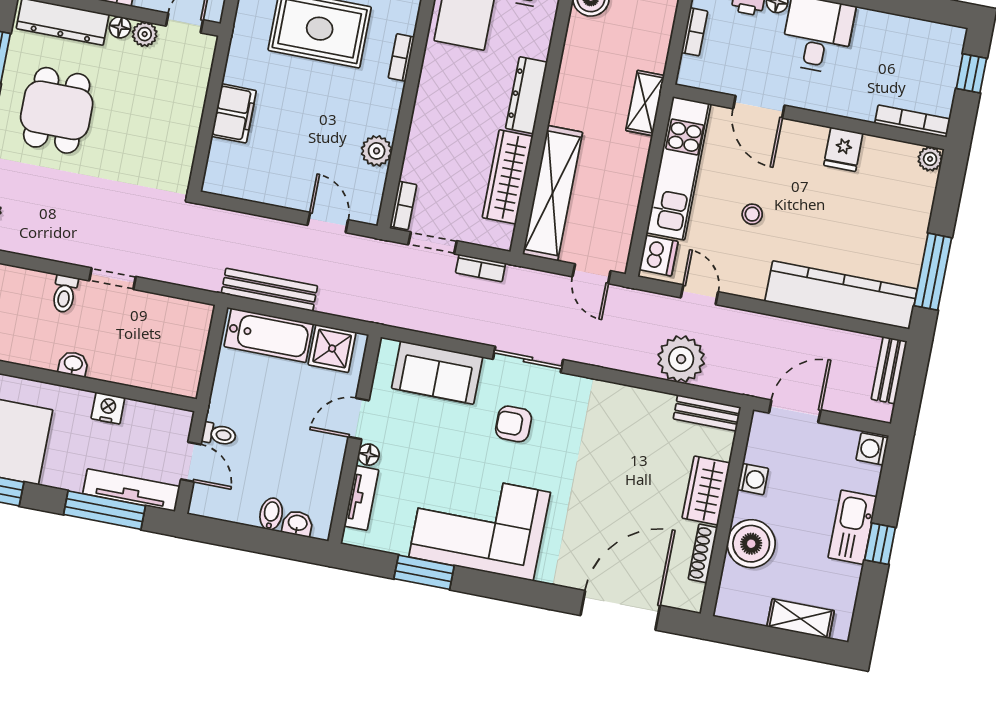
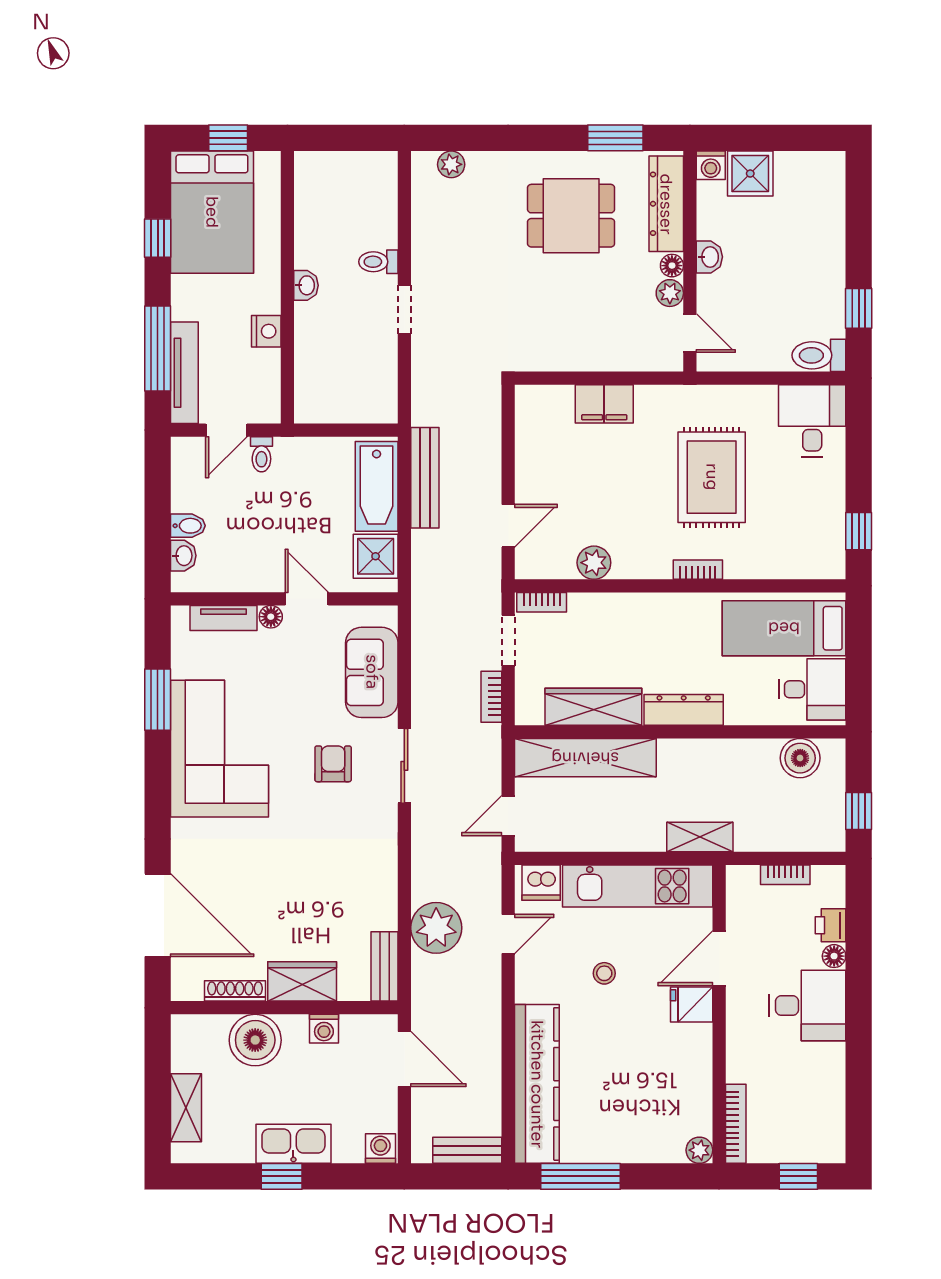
fridge: (843, 149) -> (692, 1004), moved

